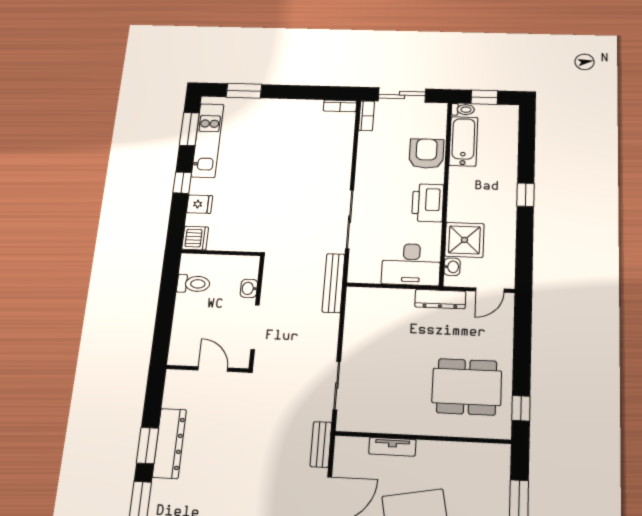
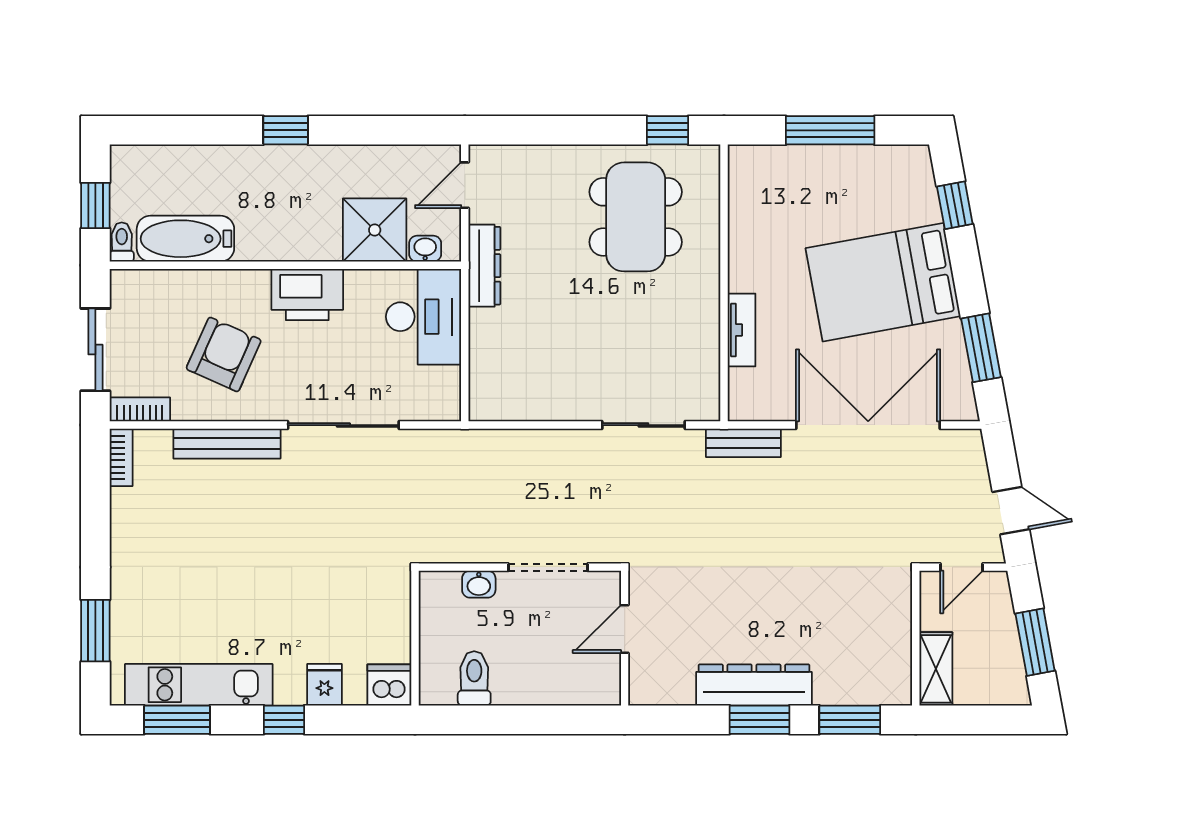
armchair: (426, 154) -> (224, 354), moved, turned 114
bench: (334, 283) -> (227, 444), moved
door: (490, 290) -> (465, 185), swing flipped

